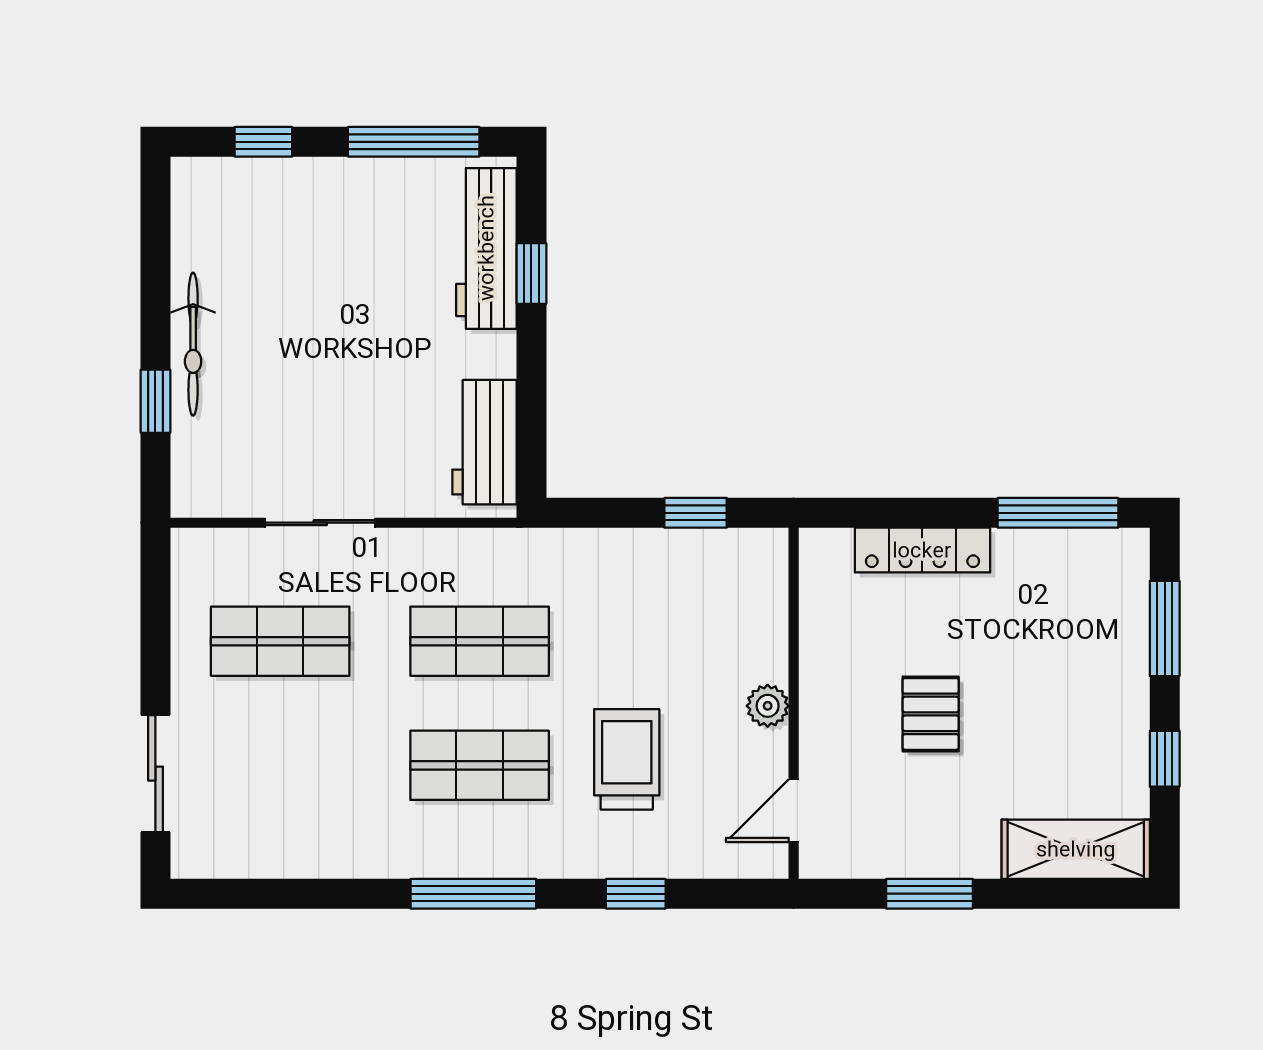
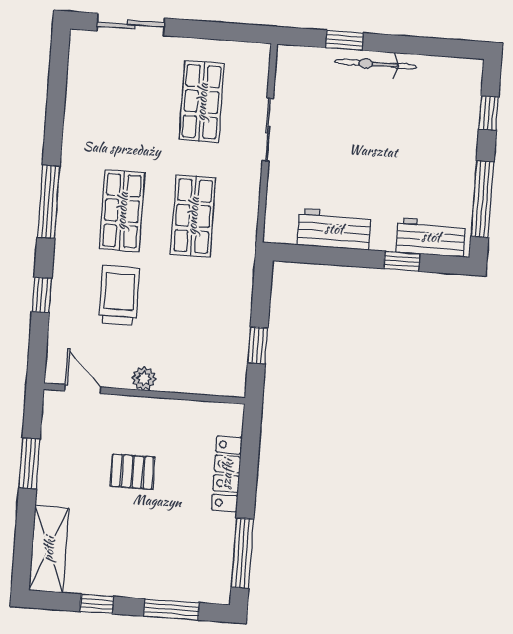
workbench: (486, 248) -> (431, 237), width x0.73
workbench: (484, 442) -> (334, 229), moved
trolley: (627, 759) -> (119, 295), turned -90

